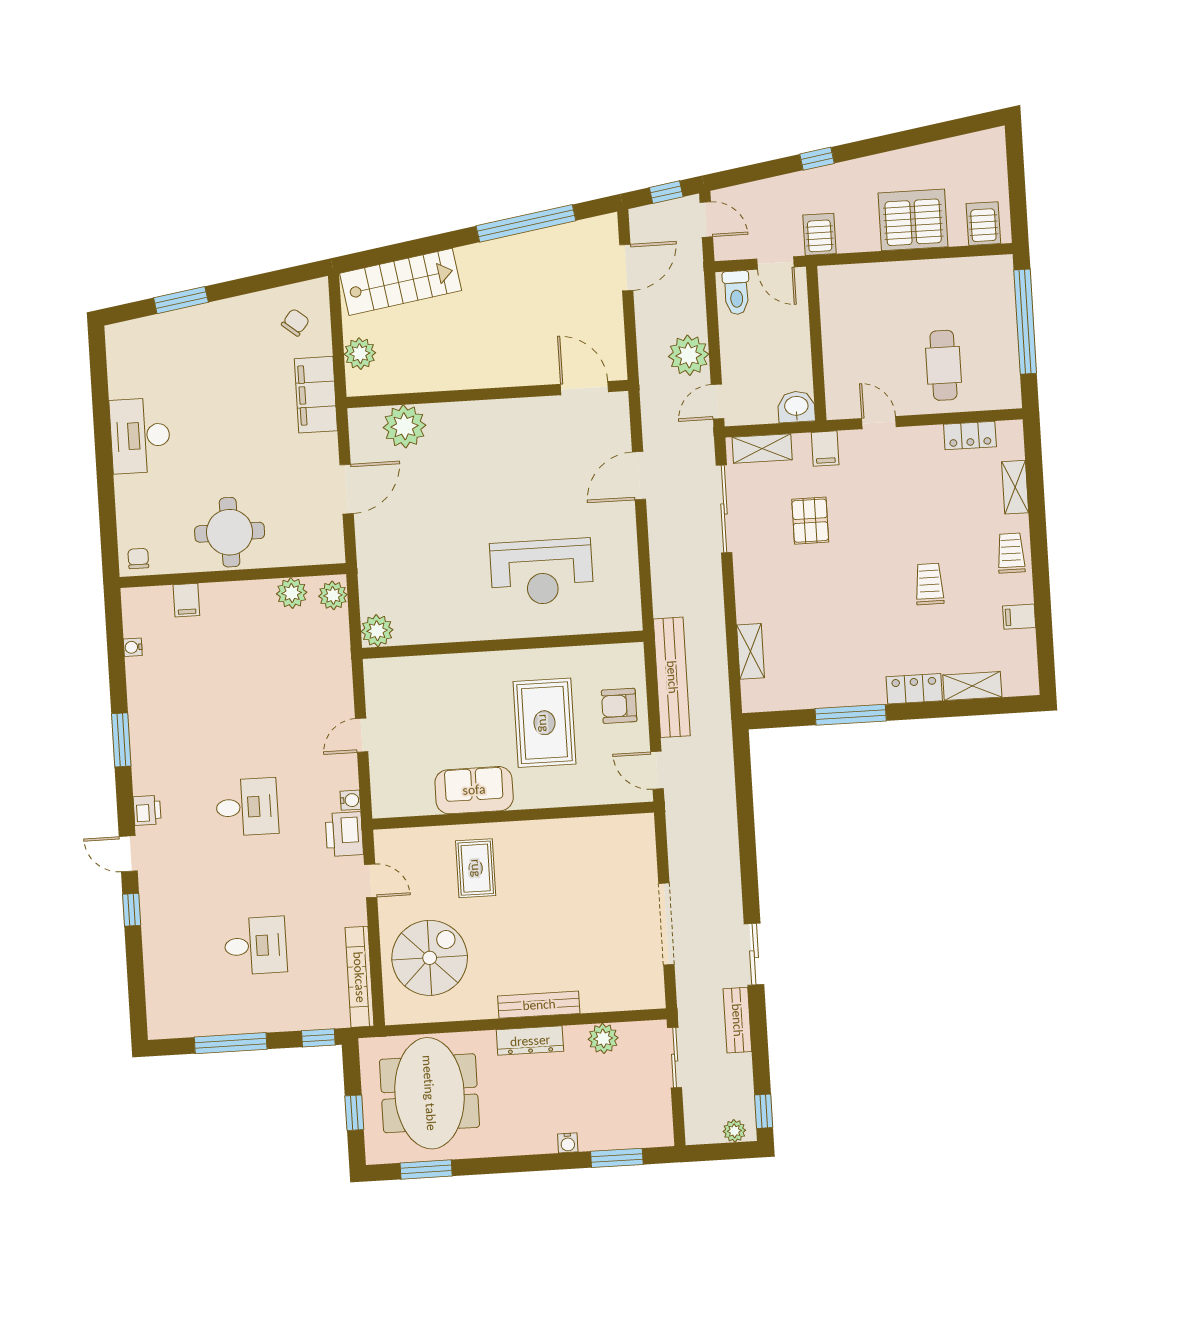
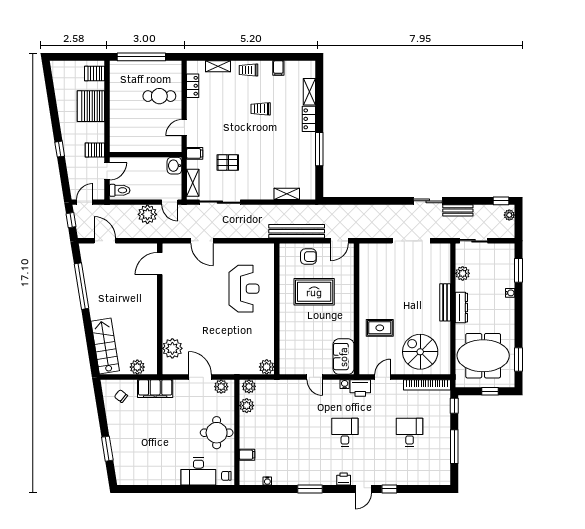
desk: (140, 436) -> (198, 472), moved
plant: (329, 536) -> (221, 387), added
armchair: (619, 706) -> (308, 257), turned -90
sofa: (474, 790) -> (343, 357), moved

